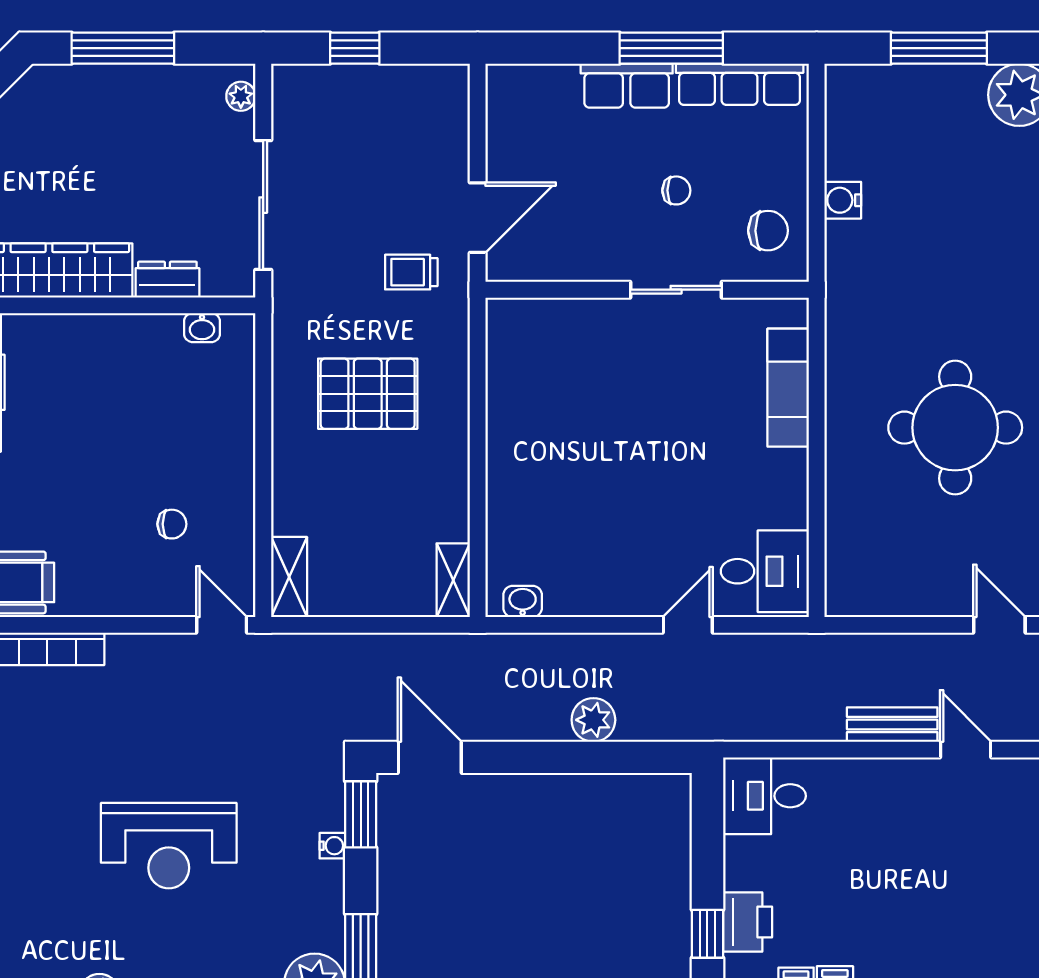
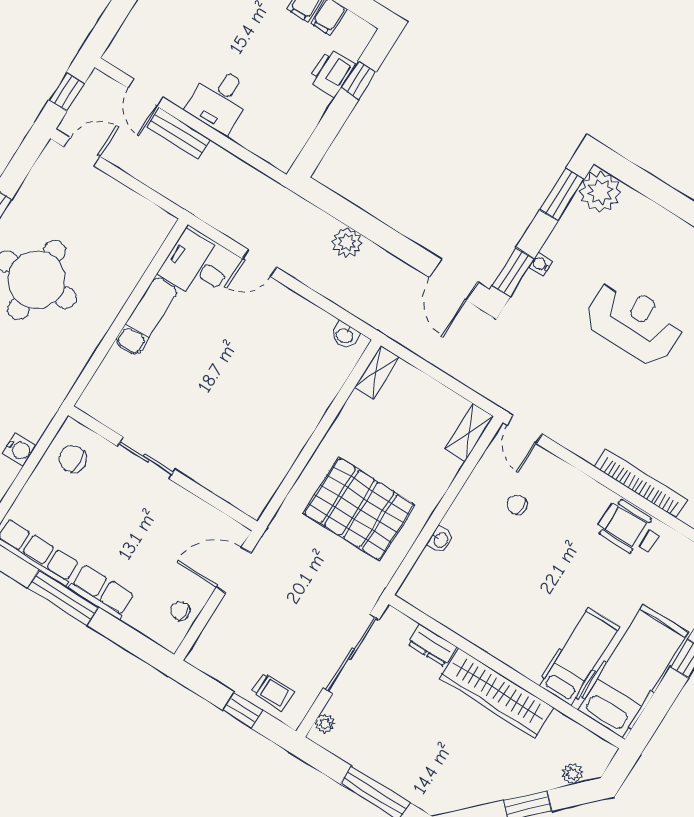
chair: (676, 190) -> (180, 611), moved
trolley: (411, 272) -> (273, 691), moved
washbasin: (202, 328) -> (440, 540), moved, turned 90
exam couch: (788, 388) -> (146, 316), moved
pallet: (368, 394) -> (359, 509), width x1.37, depth x1.41
door: (999, 625) -> (82, 152), swing flipped
desk: (764, 796) -> (219, 100), moved, turned 90

